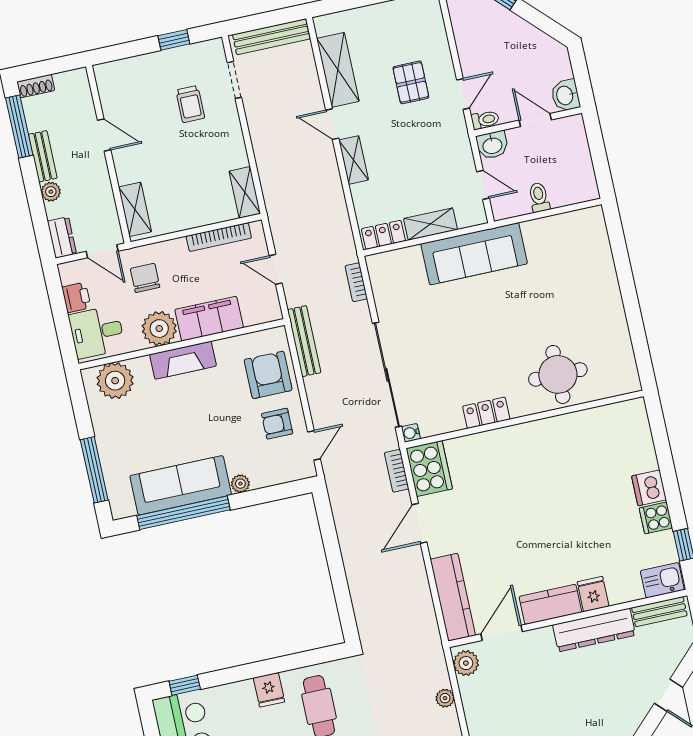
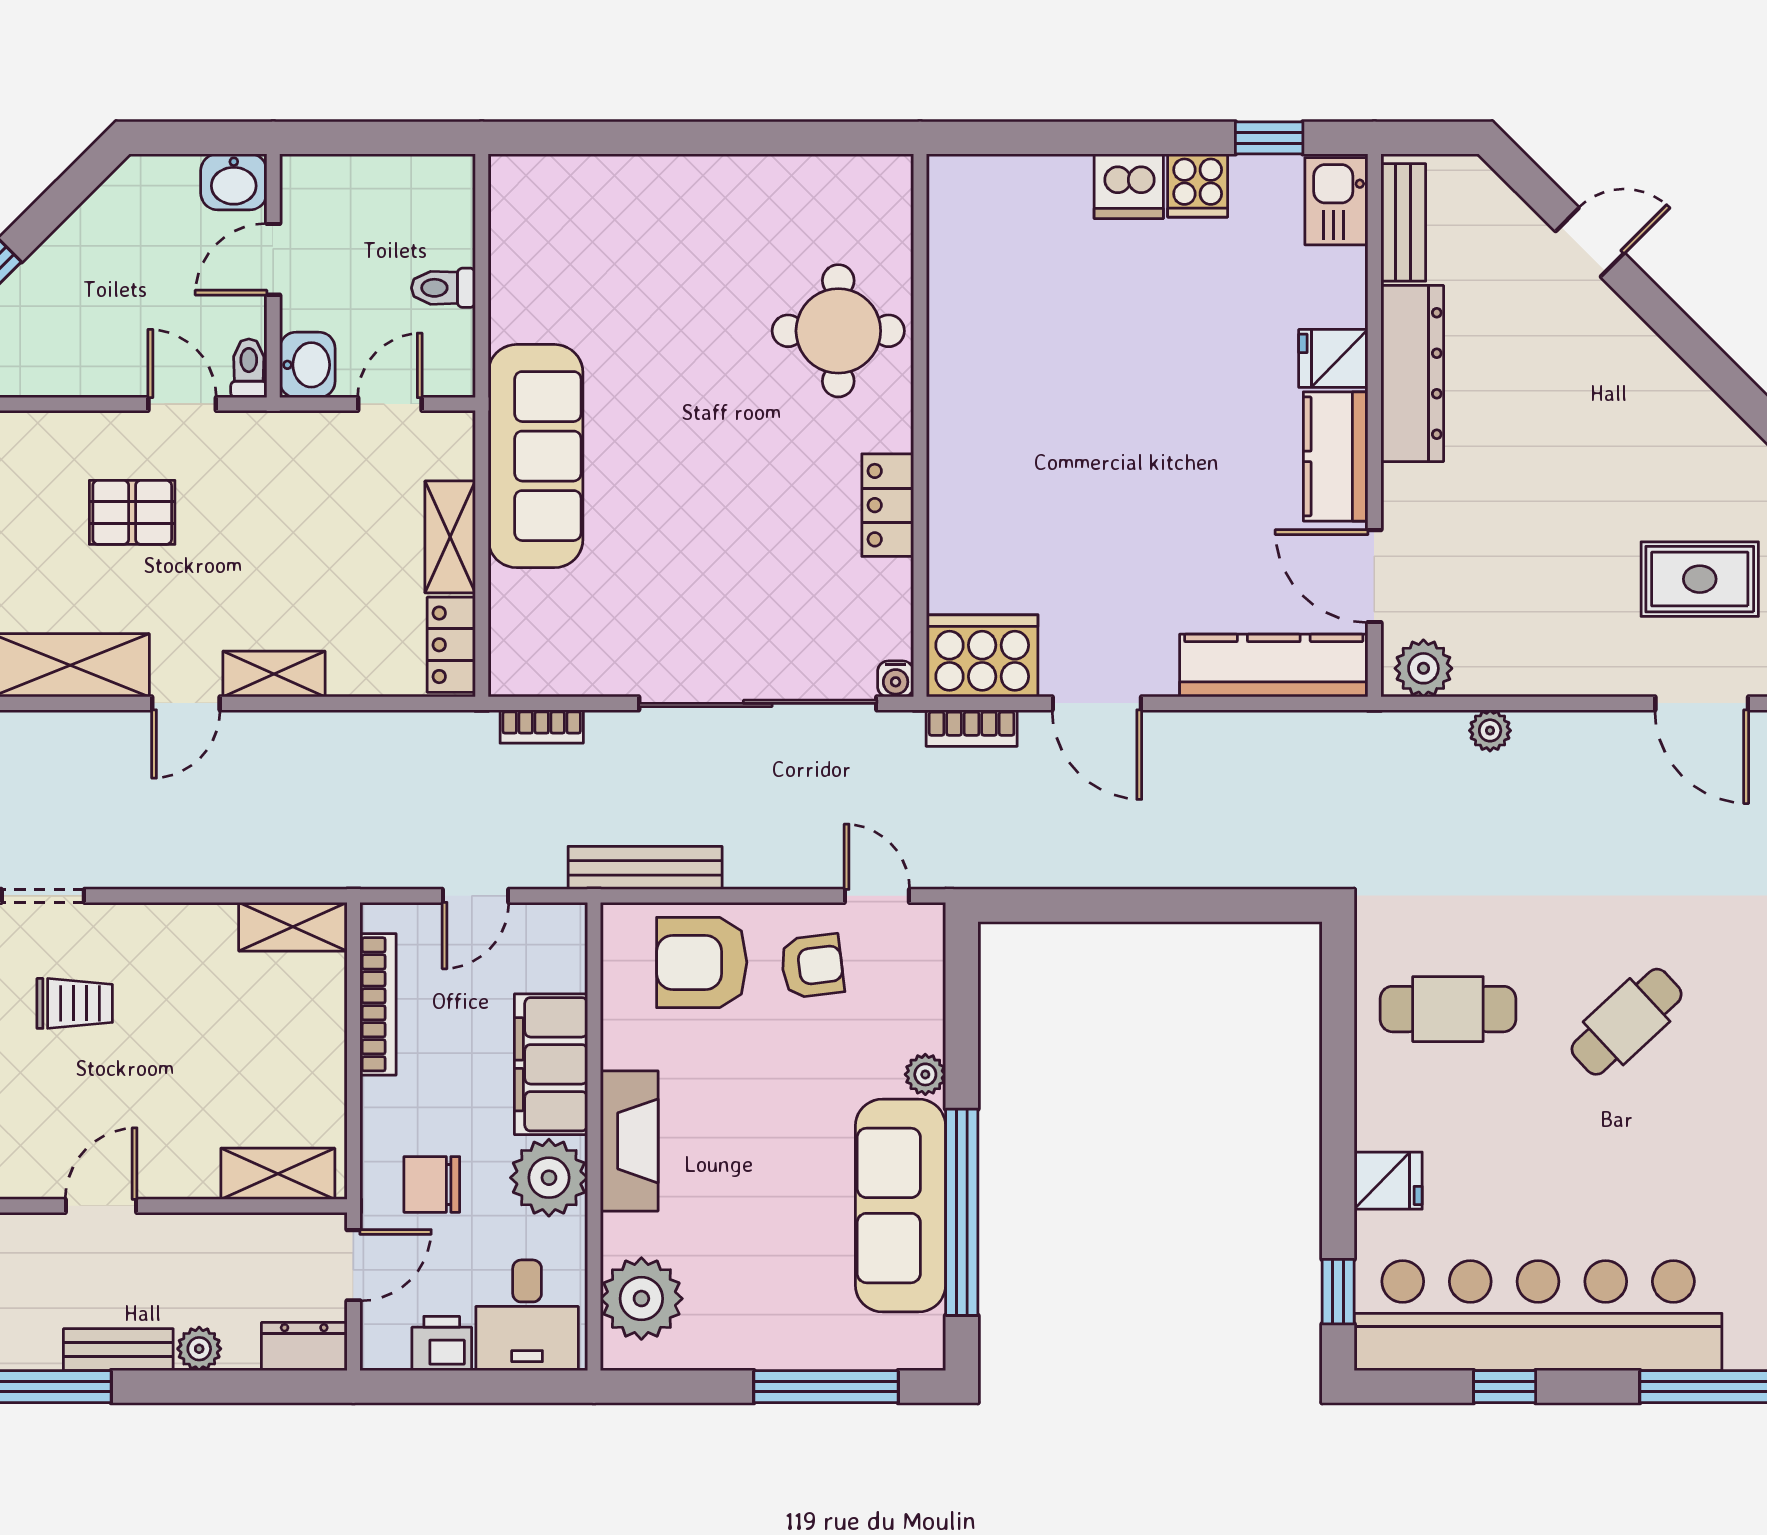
armchair: (277, 424) -> (812, 966), turned -97
fridge: (269, 690) -> (1388, 1181), moved

